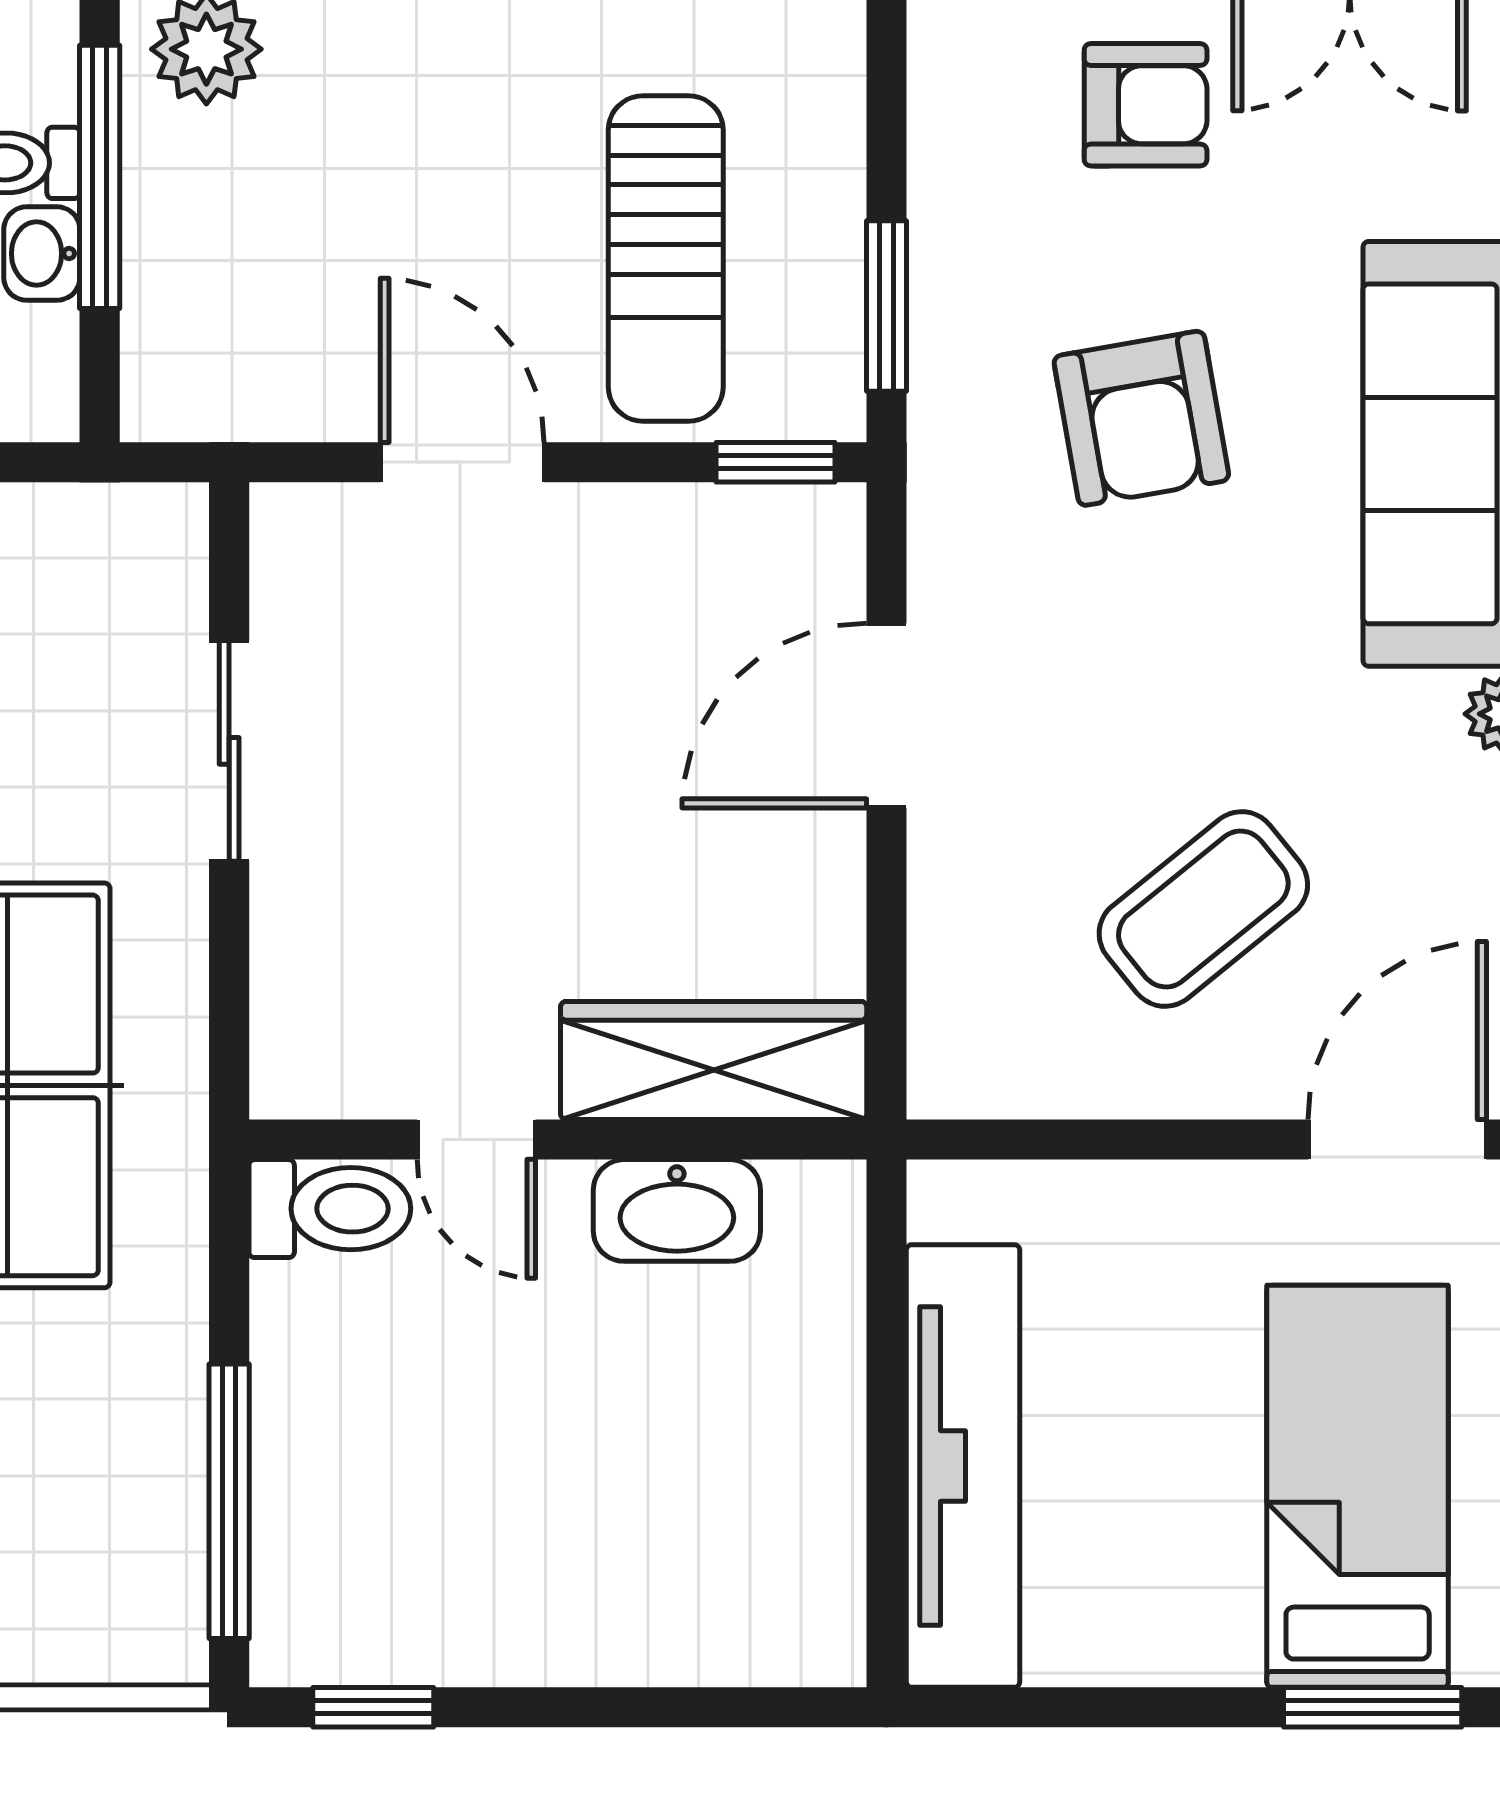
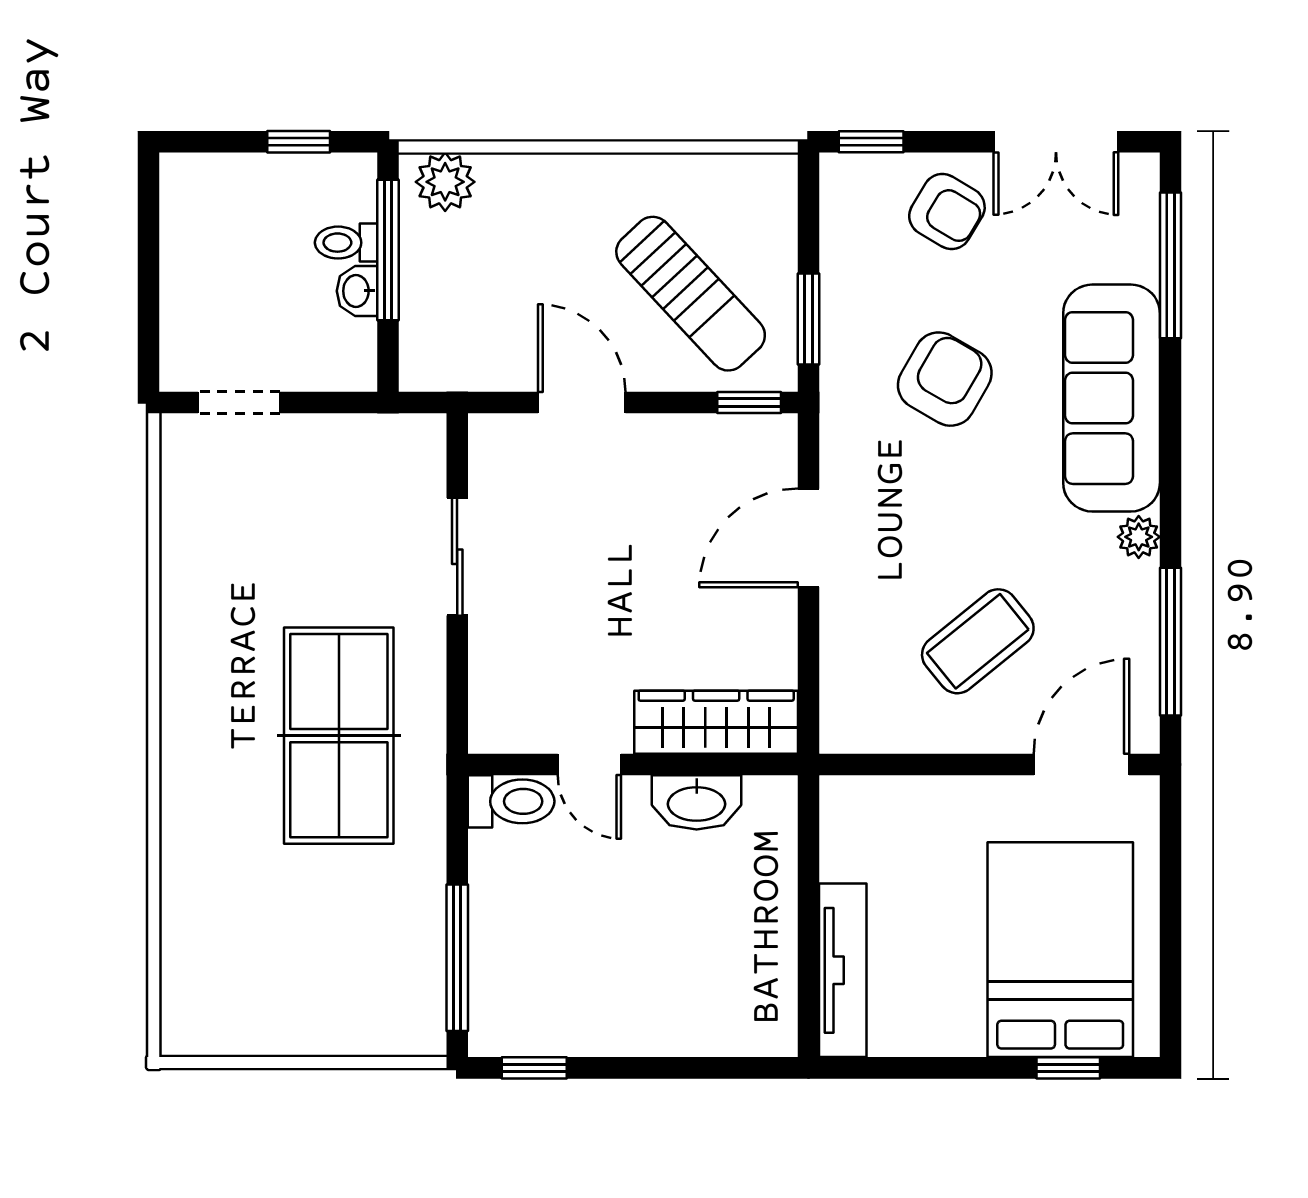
armchair: (1146, 105) -> (947, 212), turned 31
sun lounger: (666, 258) -> (691, 294), turned -43
armchair: (1141, 418) -> (945, 379), turned -140
tv unit: (963, 1466) -> (843, 970), width x0.73, depth x0.78
bed: (1358, 1486) -> (1060, 950), width x1.50
window: (1373, 1707) -> (1068, 1068), width x0.67

